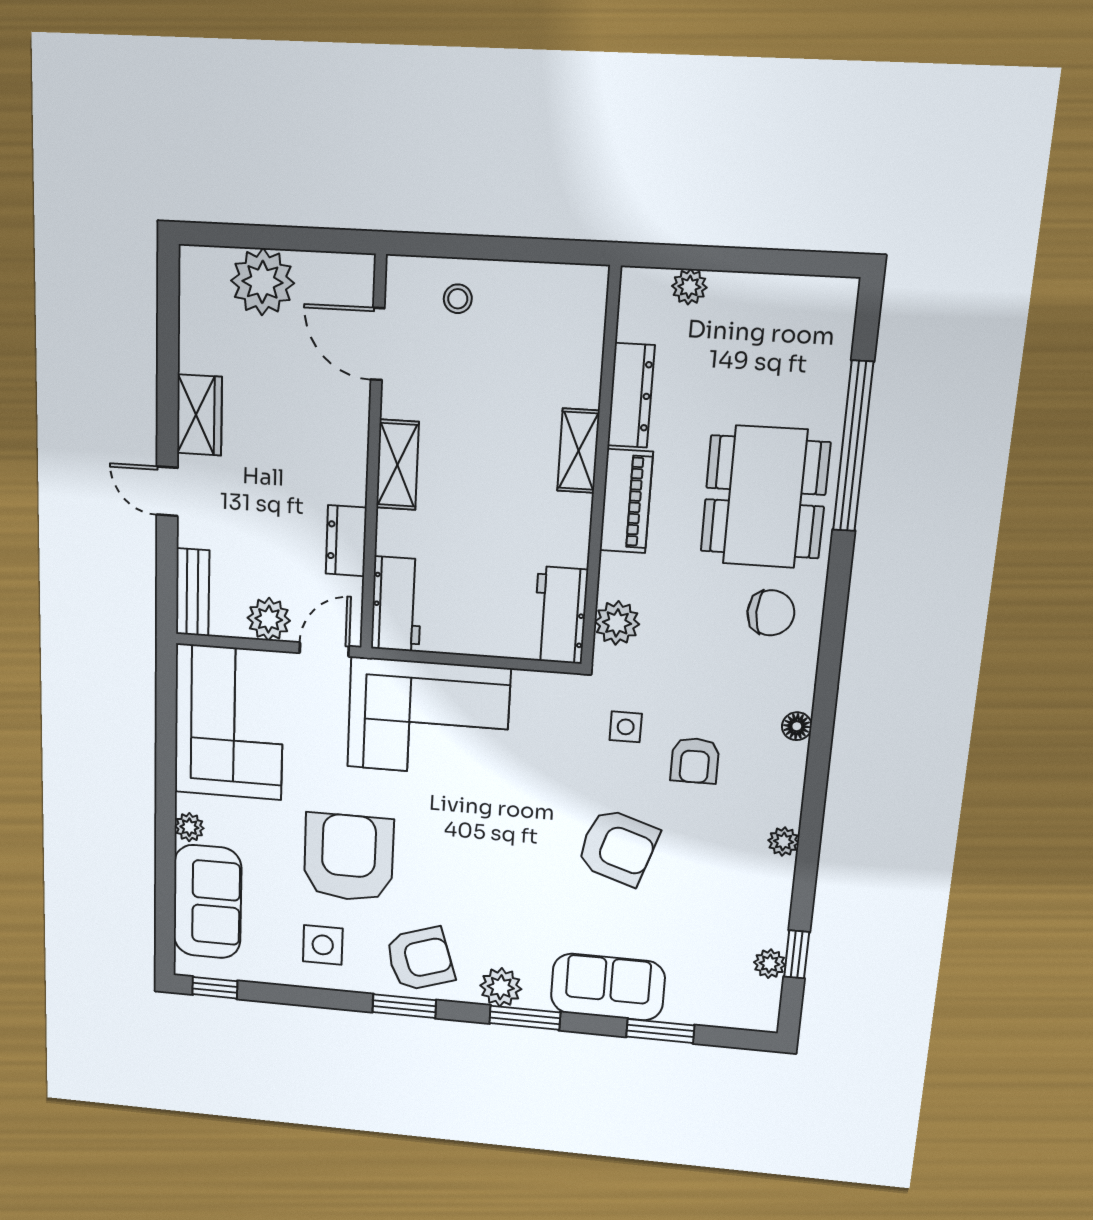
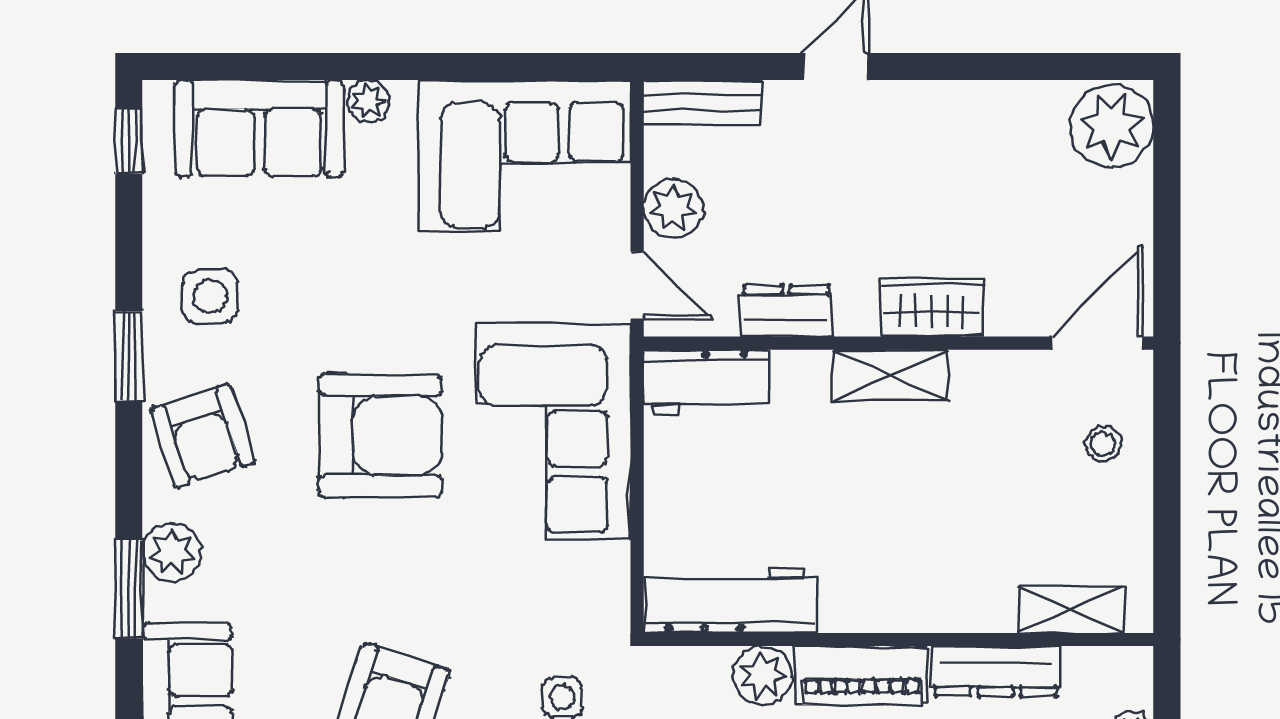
plant: (263, 282) -> (1112, 126), moved
door: (378, 344) -> (1097, 343), moved
wardrobe: (199, 415) -> (932, 307), moved, turned 180
shelving: (578, 451) -> (1071, 609), moved
workbench: (560, 615) -> (731, 600), width x1.38
plant: (617, 623) -> (763, 675), moved
armchair: (349, 858) -> (380, 436), moved
window: (404, 1006) -> (129, 356), moved

